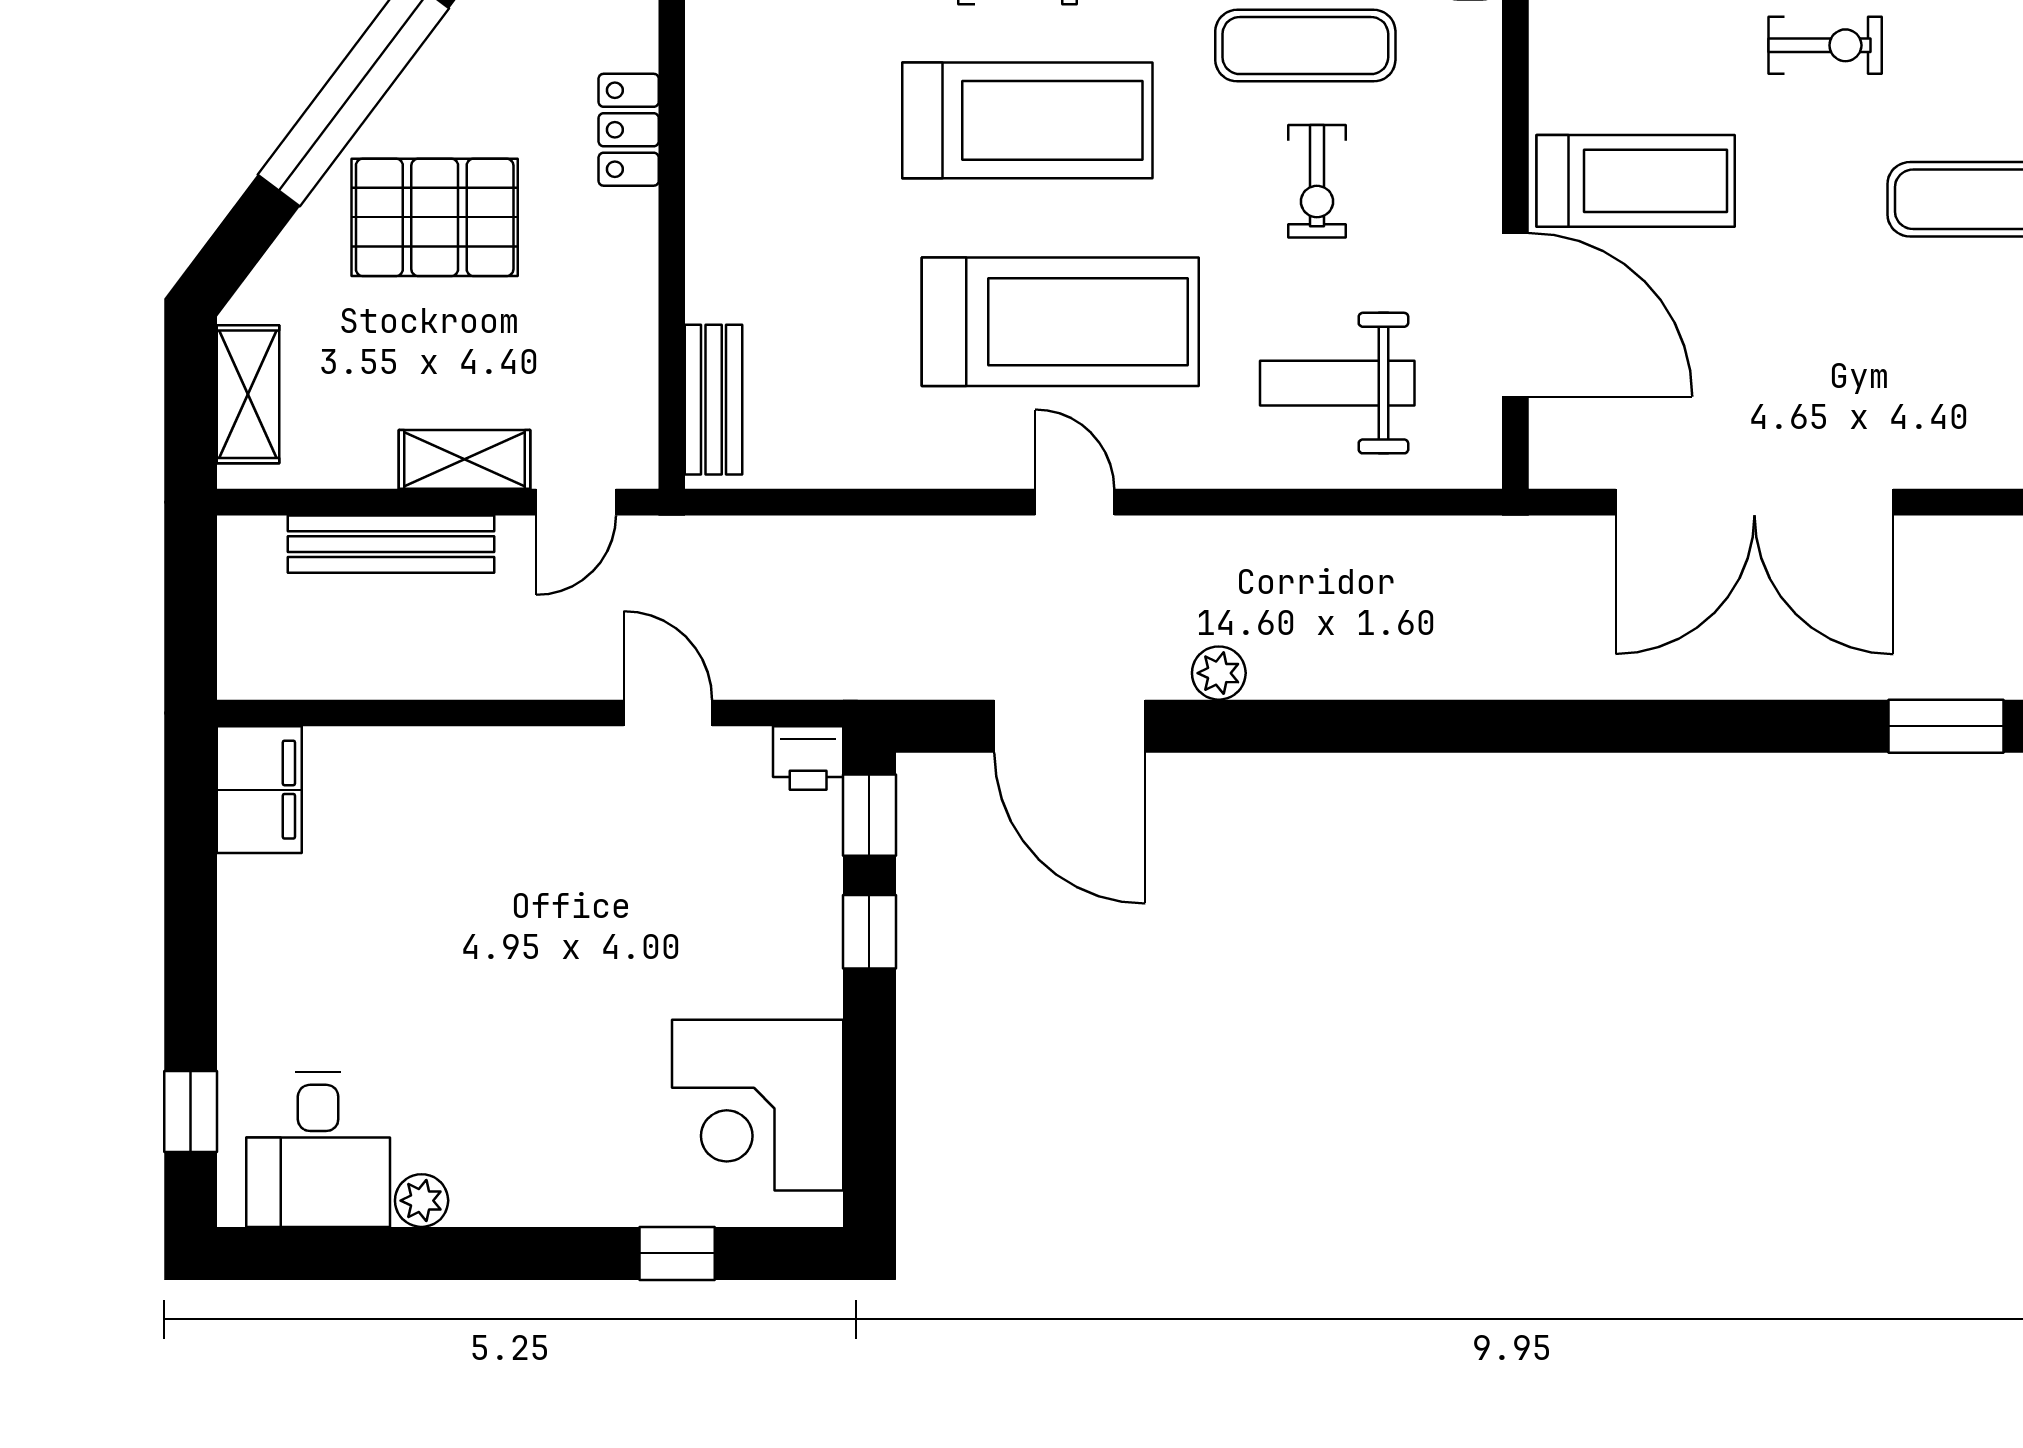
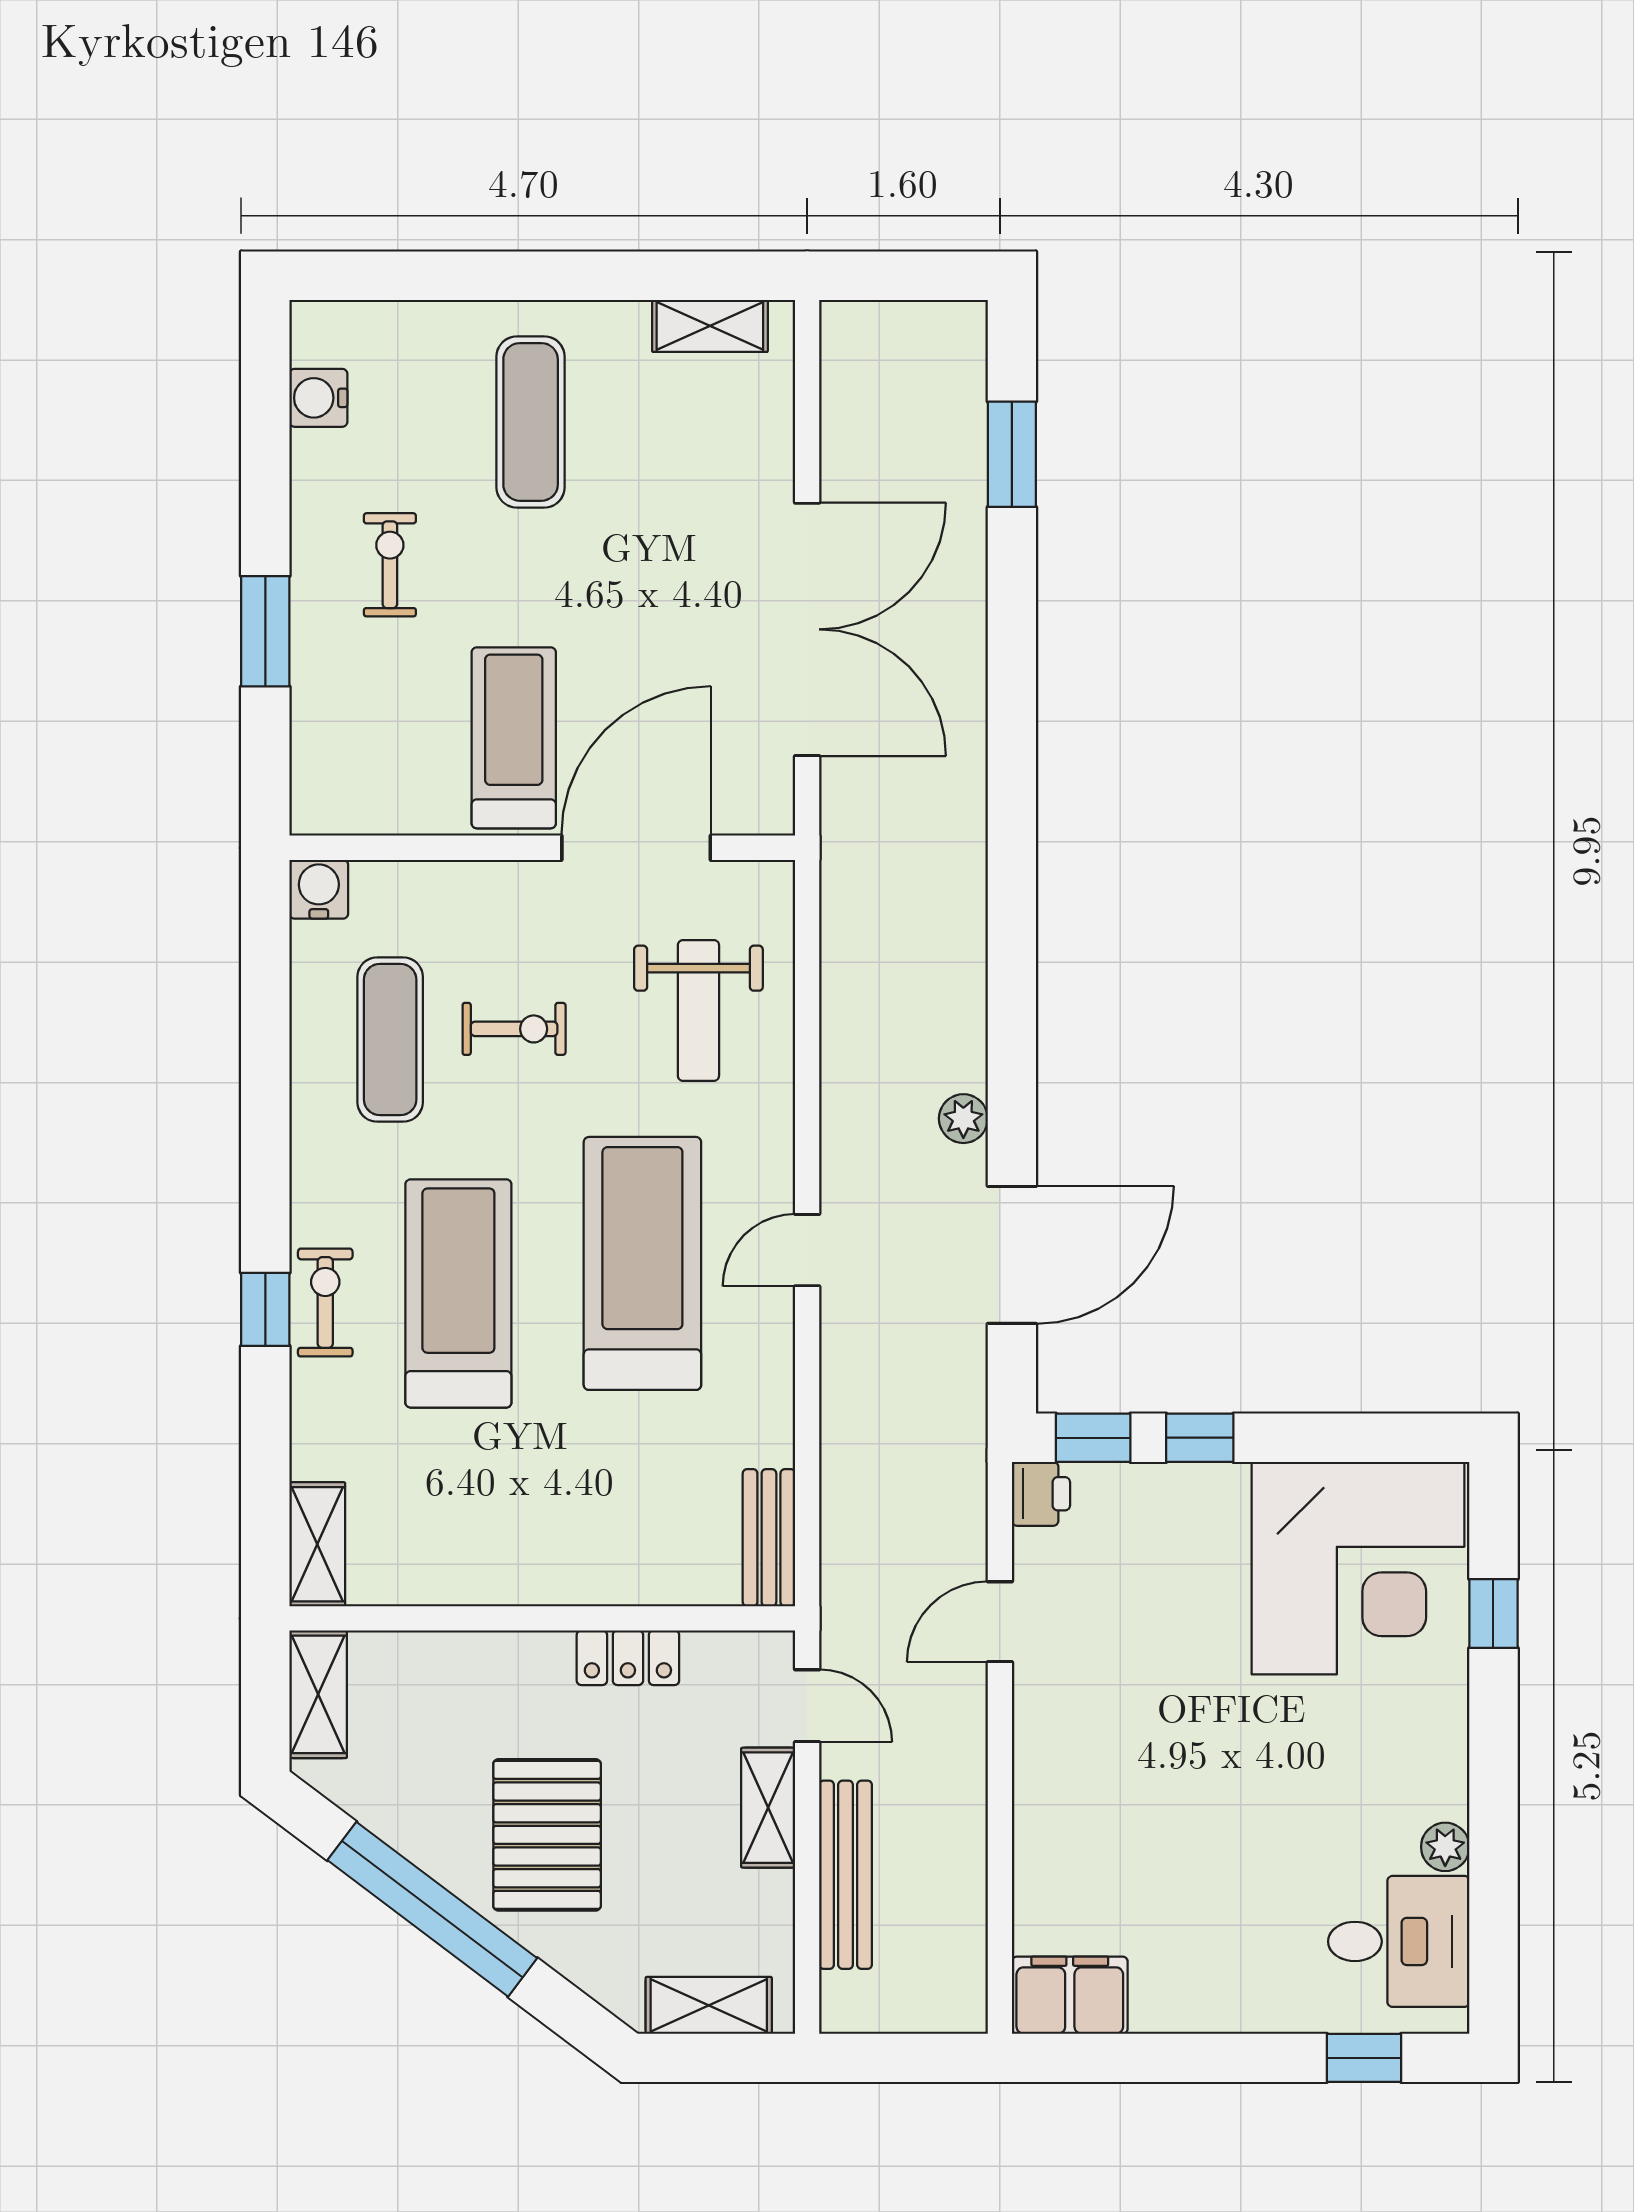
locker: (629, 130) -> (628, 1658), moved
bench: (714, 400) -> (769, 1538), moved, turned 90
corner desk: (758, 1105) -> (1358, 1568), width x1.36, depth x1.36

